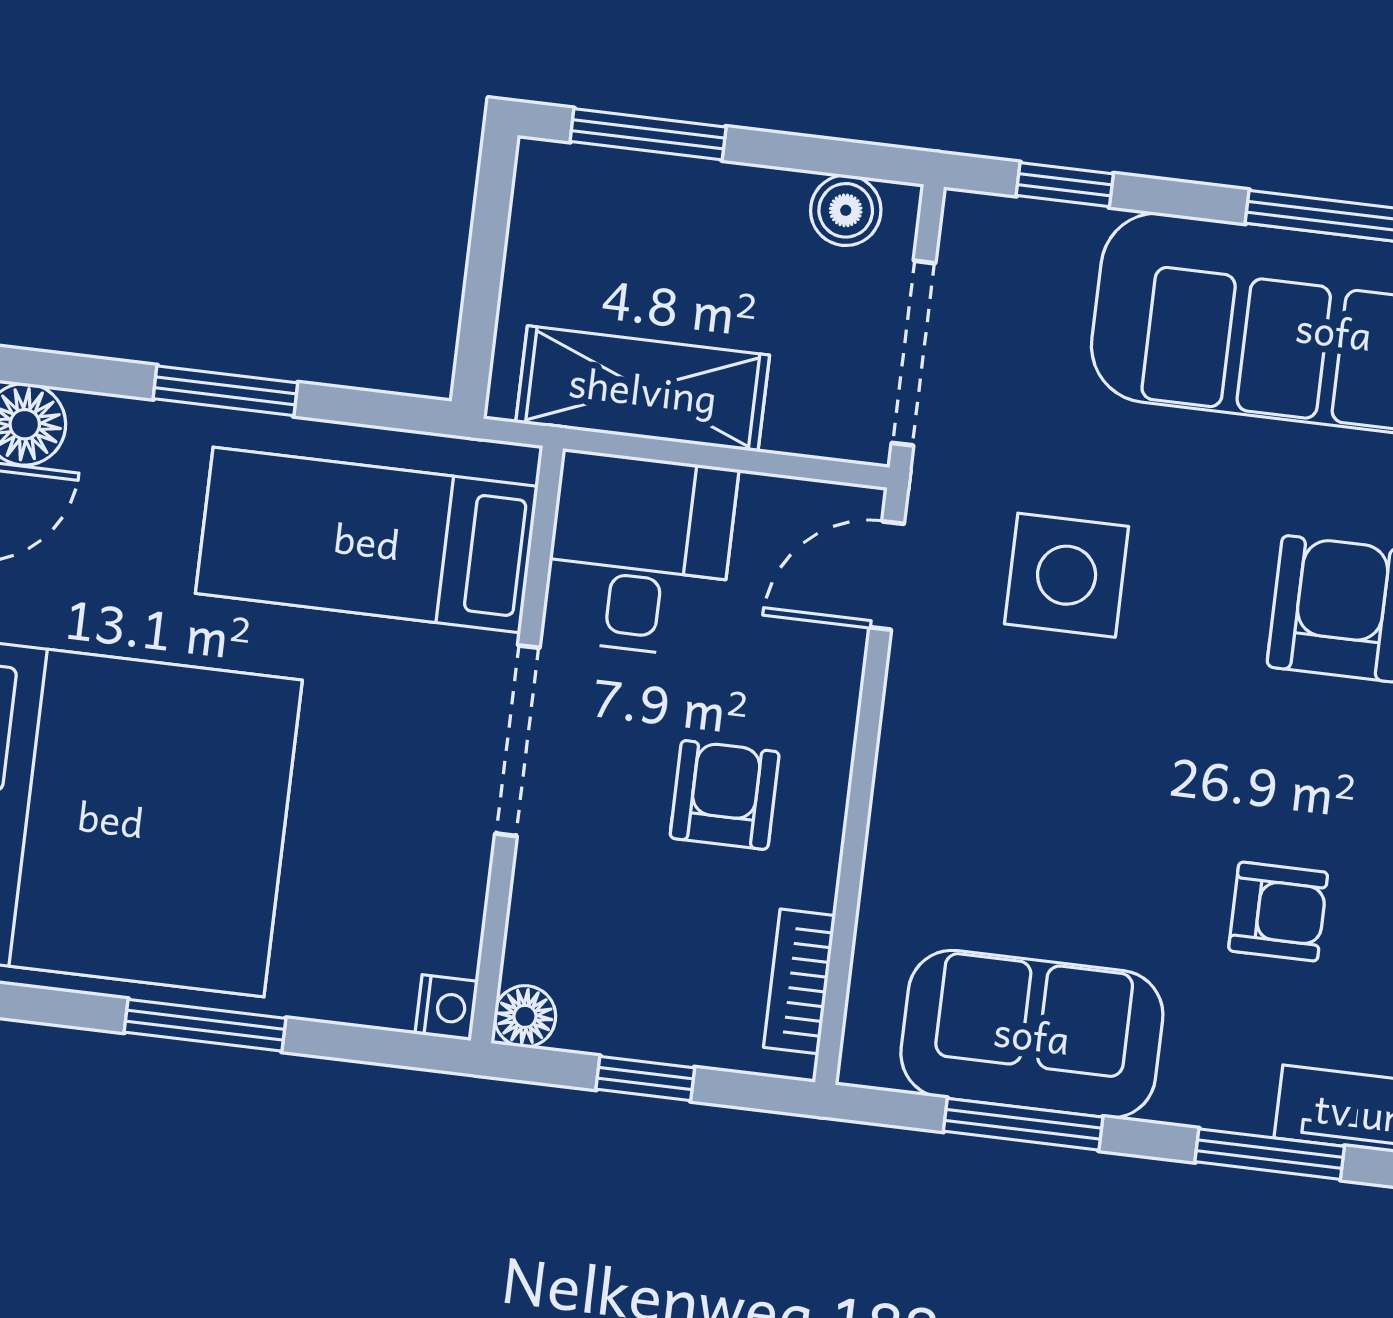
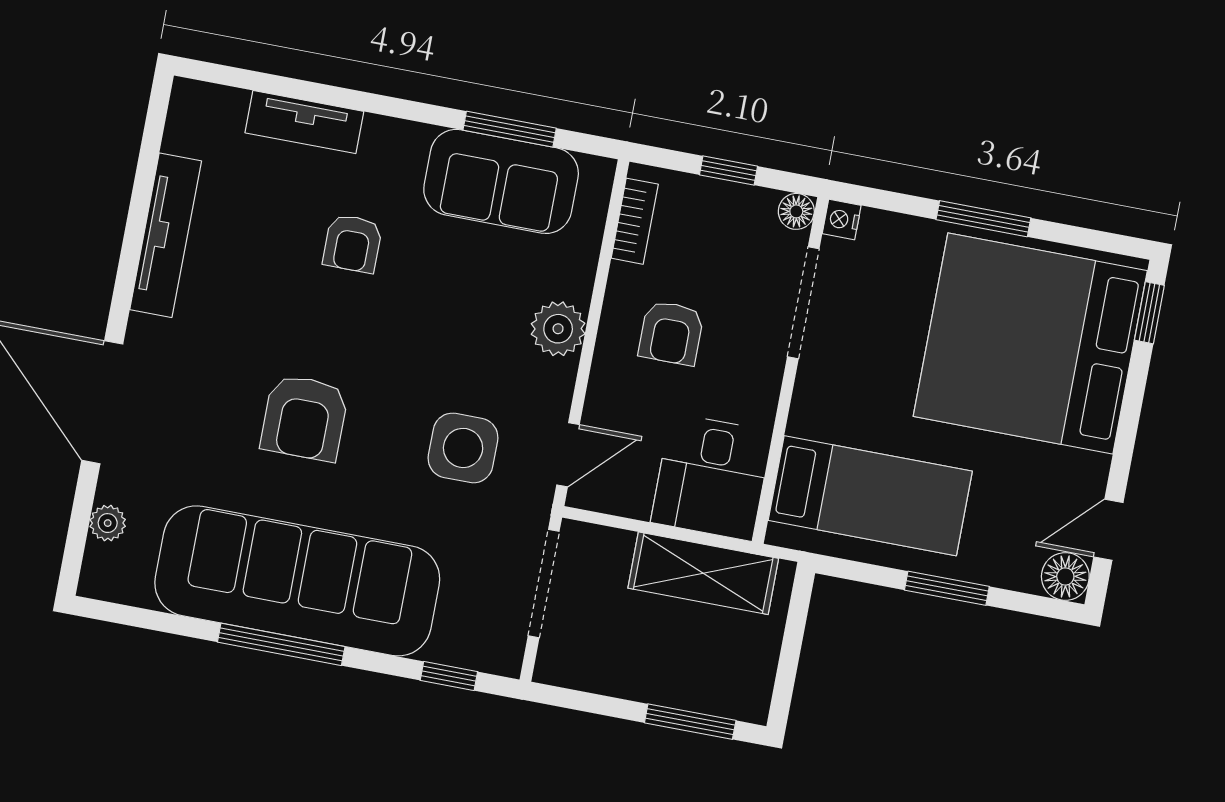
boiler: (846, 210) -> (578, 670), removed
doorway: (517, 741) -> (803, 303), moved
plant: (918, 789) -> (558, 329), added
armchair: (1278, 912) -> (353, 243), turned -90
window: (1270, 1154) -> (367, 102), removed

